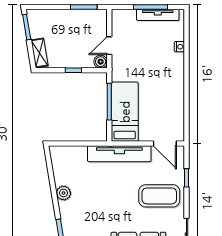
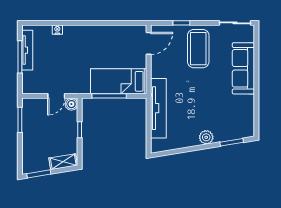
door: (109, 46) -> (56, 96), hinge flipped
tv unit: (119, 154) -> (158, 108), moved
plant: (64, 193) -> (206, 137), moved

